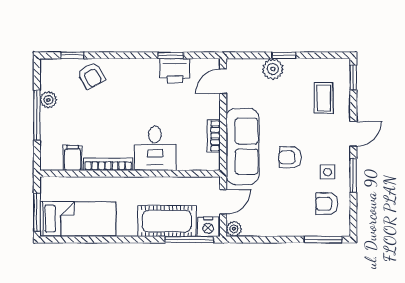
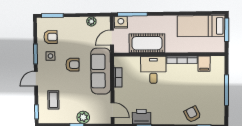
door: (223, 81) -> (113, 110), hinge flipped
plant: (48, 100) -> (219, 99), removed
cot: (167, 221) -> (147, 43), moved
plant: (234, 229) -> (91, 21), moved

